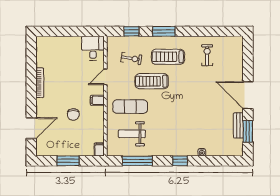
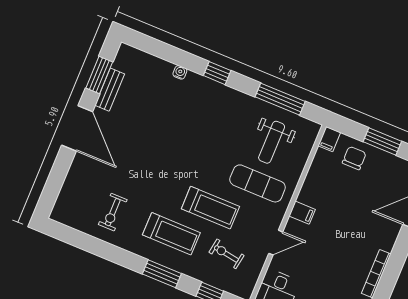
chair: (73, 114) -> (354, 158), moved
weight bench: (132, 134) -> (272, 142), turned 90

